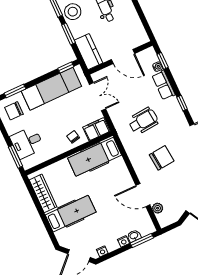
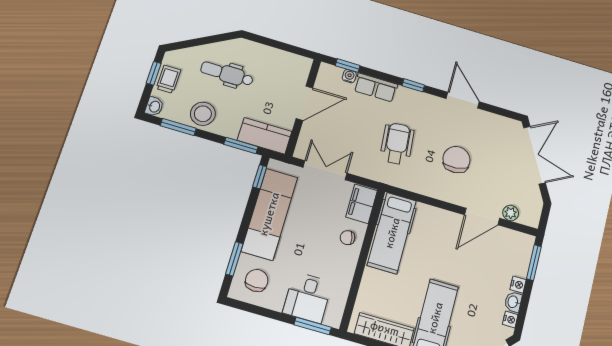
window: (68, 34) -> (241, 145), moved
chair: (14, 111) -> (257, 280), turned 180
washbasin: (134, 236) -> (513, 302), moved

